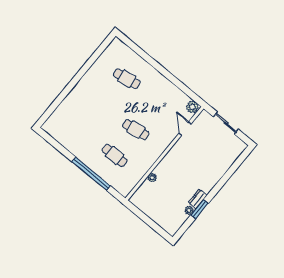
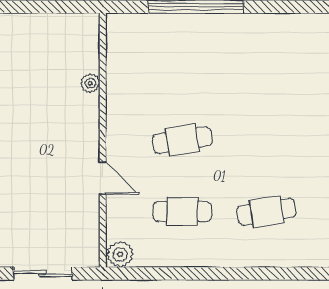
door: (185, 129) -> (103, 178), moved
cafe table: (115, 155) -> (182, 212), moved

